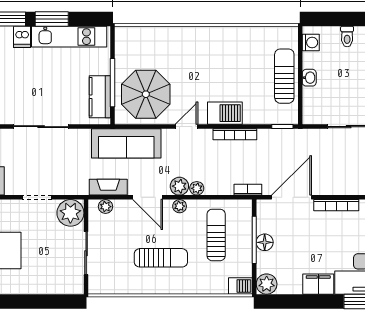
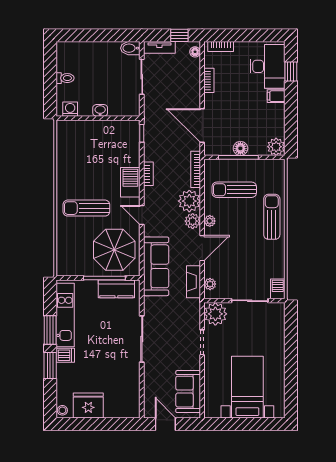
sun lounger: (284, 76) -> (86, 208), moved
bookcase: (235, 134) -> (148, 174), width x0.64
plant: (197, 188) -> (189, 201), width x1.88, depth x1.88
bookcase: (248, 190) -> (196, 169), width x1.56
bookcase: (336, 205) -> (209, 80), width x0.64
sun lounger: (161, 258) -> (272, 217), moved
filing cabinet: (318, 284) -> (276, 96), width x0.50
barbecue: (240, 286) -> (278, 289), moved

